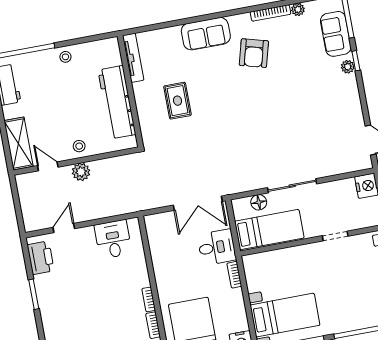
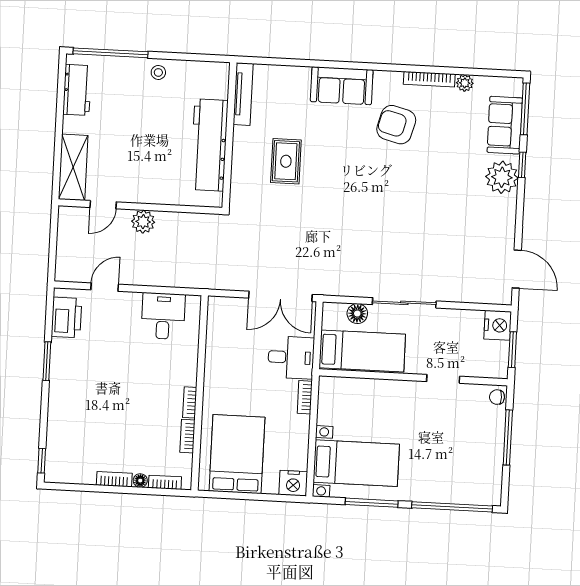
armchair: (254, 53) -> (396, 125), turned 90
plant: (348, 67) -> (502, 177), width x1.88, depth x1.88
stool: (79, 146) -> (149, 189), removed
door: (48, 166) -> (103, 205), swing flipped

